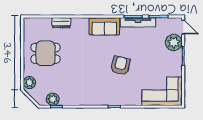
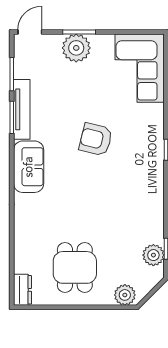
dresser: (61, 23) -> (22, 290), moved
plant: (174, 42) -> (76, 48), moved

